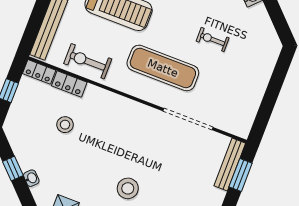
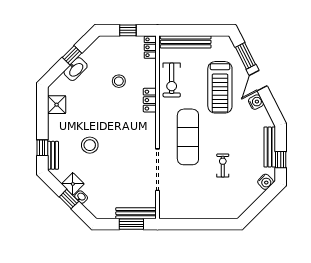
exercise bike: (88, 61) -> (172, 80), turned 180
locker: (69, 84) -> (150, 100), moved
washbasin: (31, 178) -> (76, 69), width x1.91, depth x1.45

